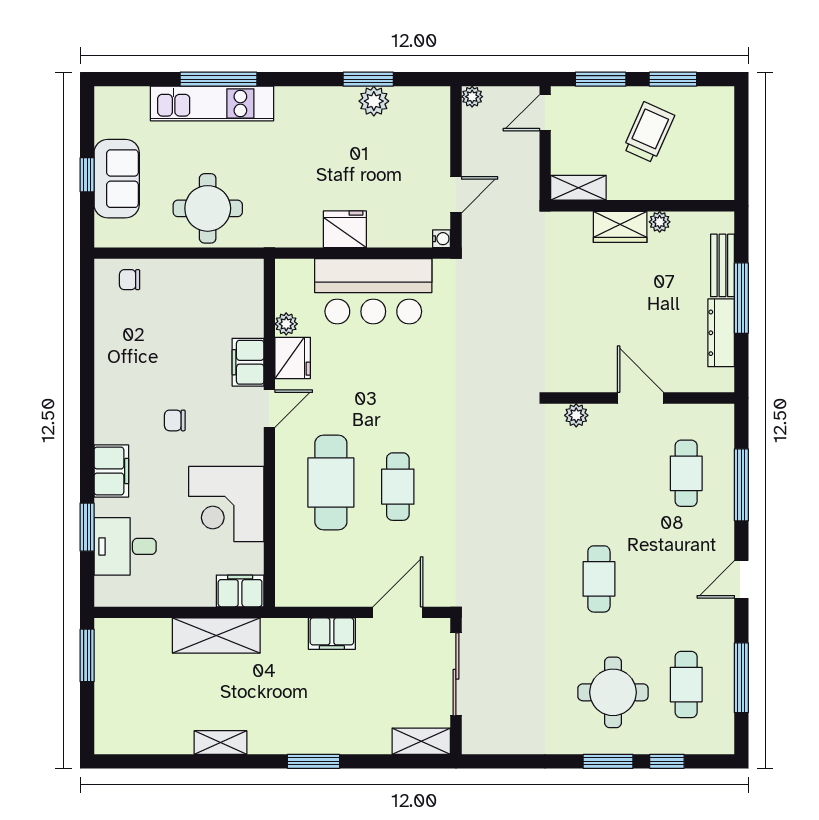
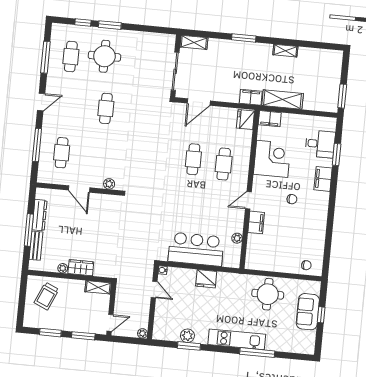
kitchen unit: (212, 103) -> (237, 339), moved
trolley: (649, 132) -> (46, 296), moved
door: (456, 195) -> (154, 289), swing flipped
fridge: (293, 358) -> (245, 120), moved
cafe table: (331, 483) -> (224, 164), width x0.73, depth x0.74
filing cabinet: (332, 634) -> (251, 97), moved

